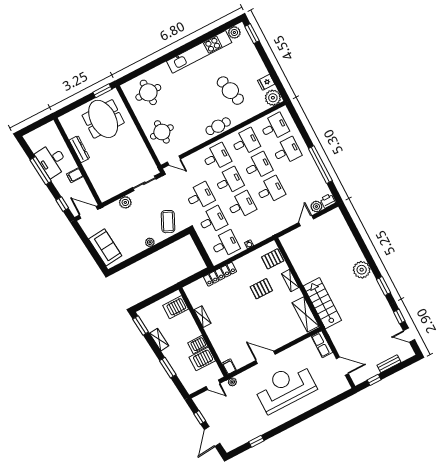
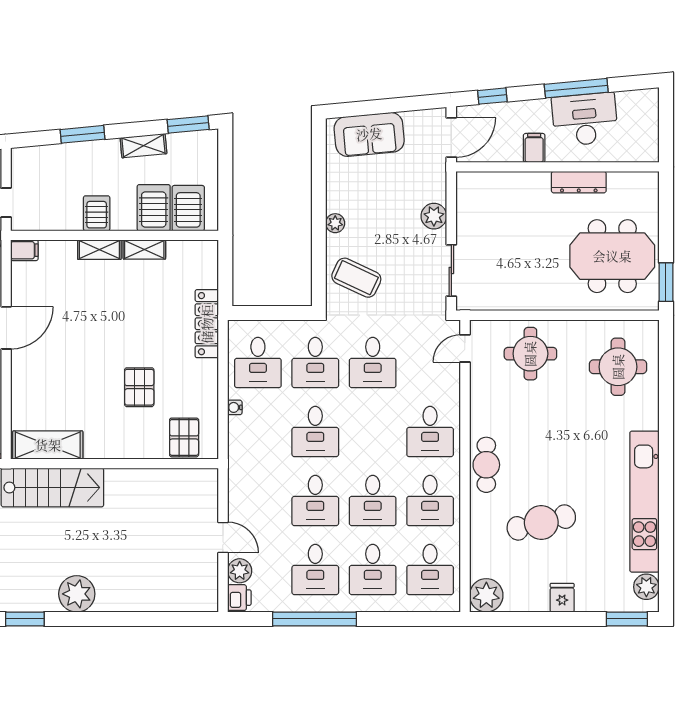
fridge: (266, 82) -> (562, 598), moved
desk: (229, 181) -> (315, 569), moved
shelving: (290, 281) -> (99, 250), moved
server rack: (202, 359) -> (154, 208), moved

